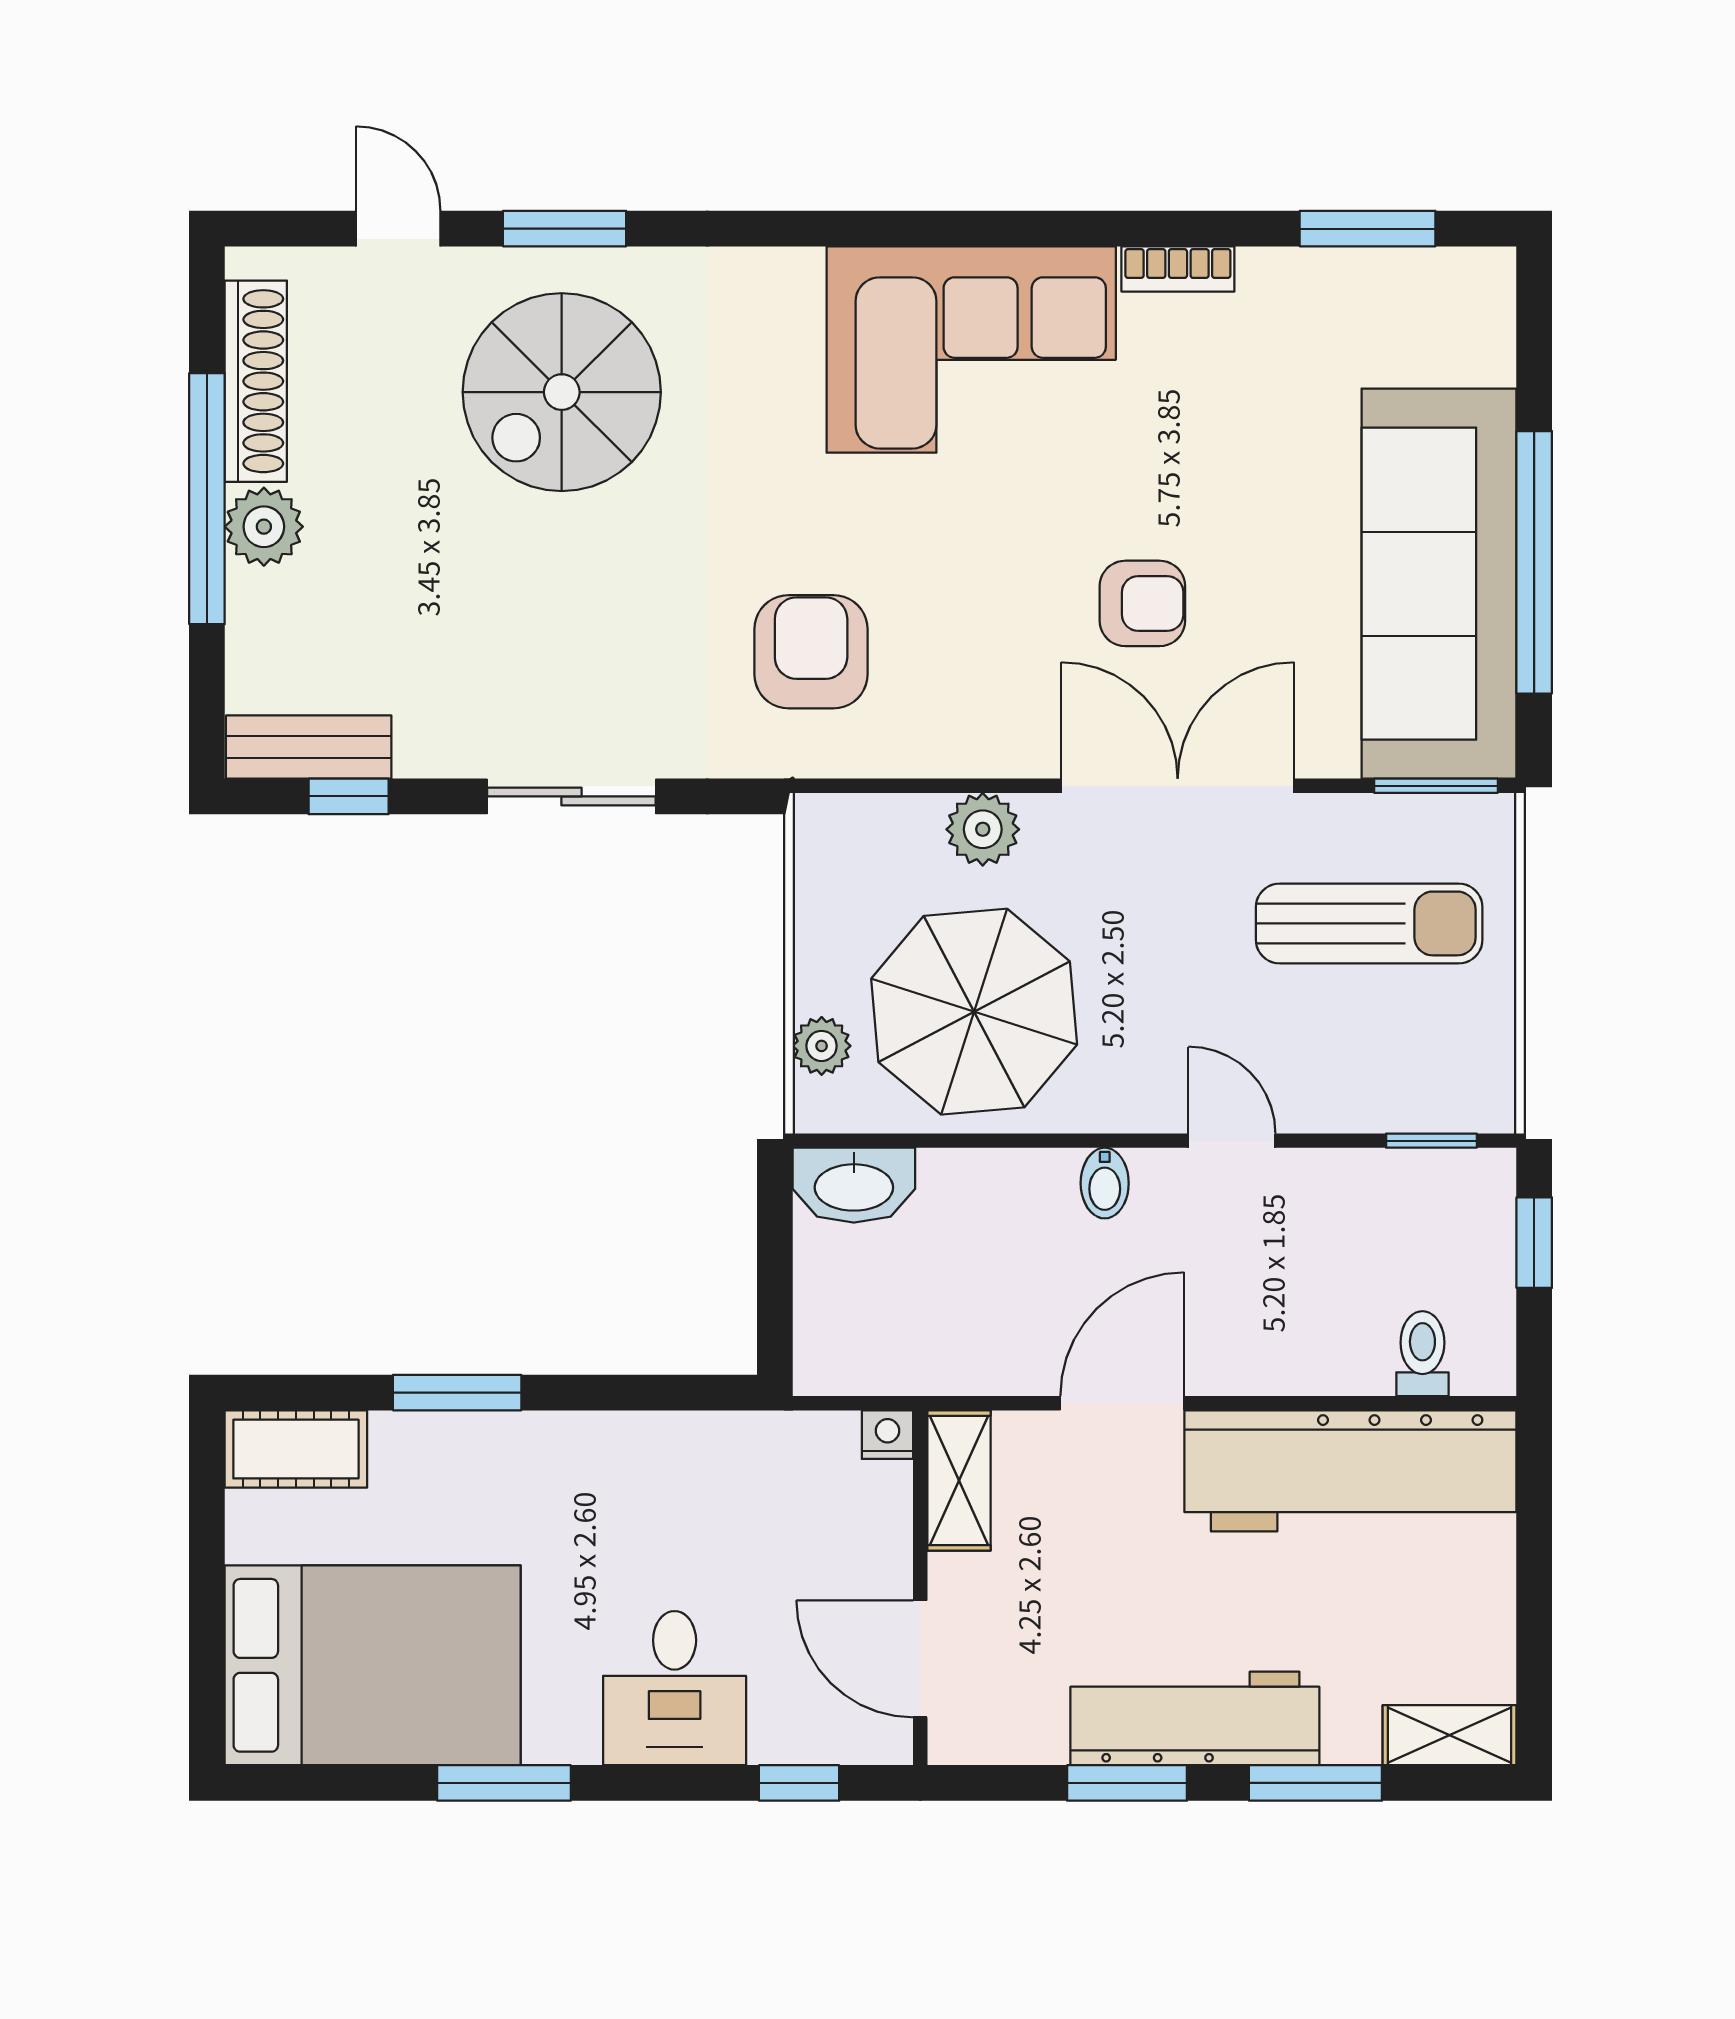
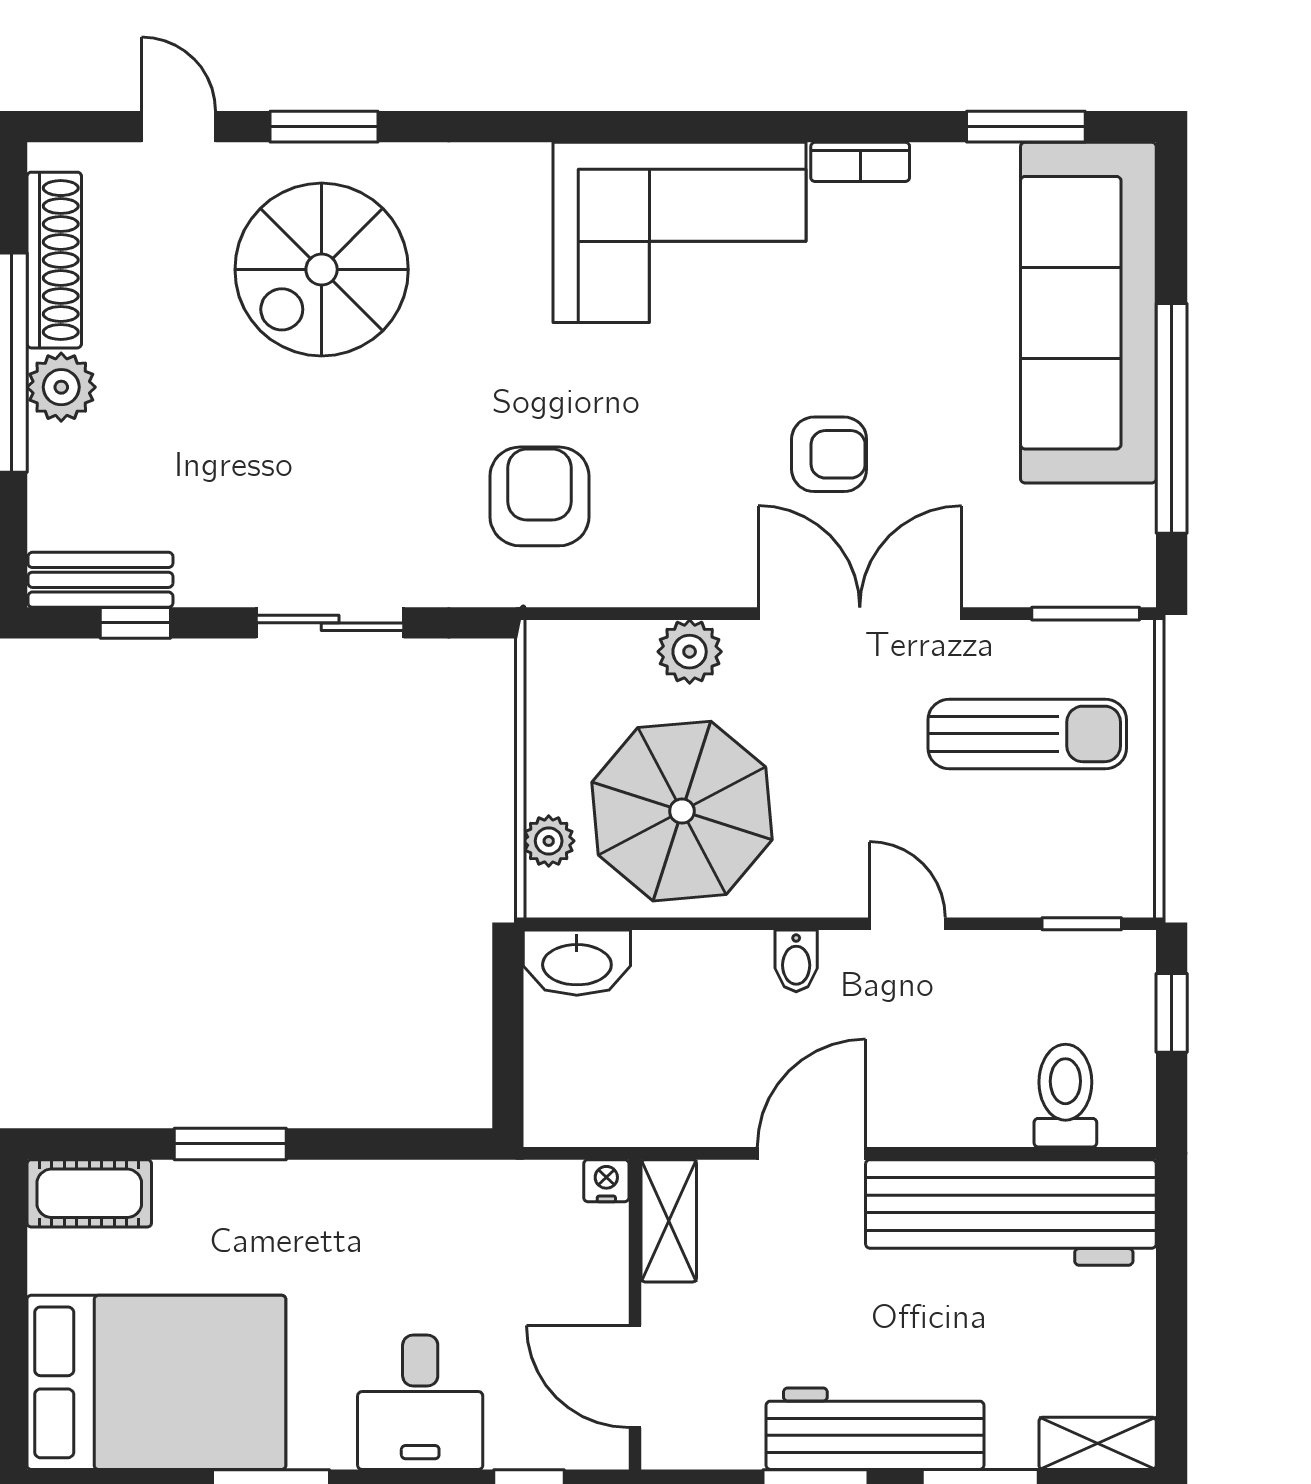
sofa: (1439, 584) -> (1088, 313), moved
toilet: (1422, 1354) -> (1065, 1096), width x1.37, depth x1.39

